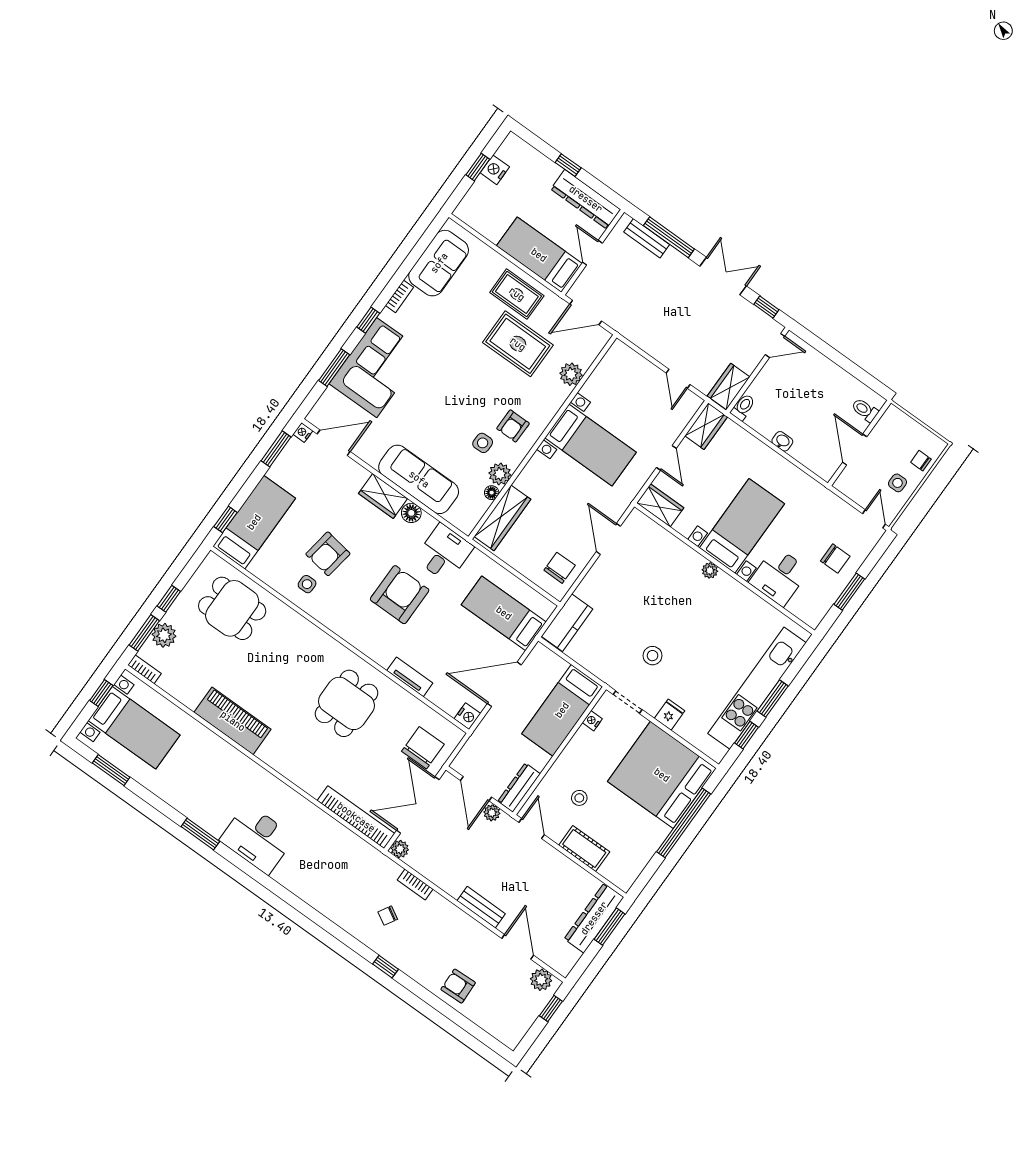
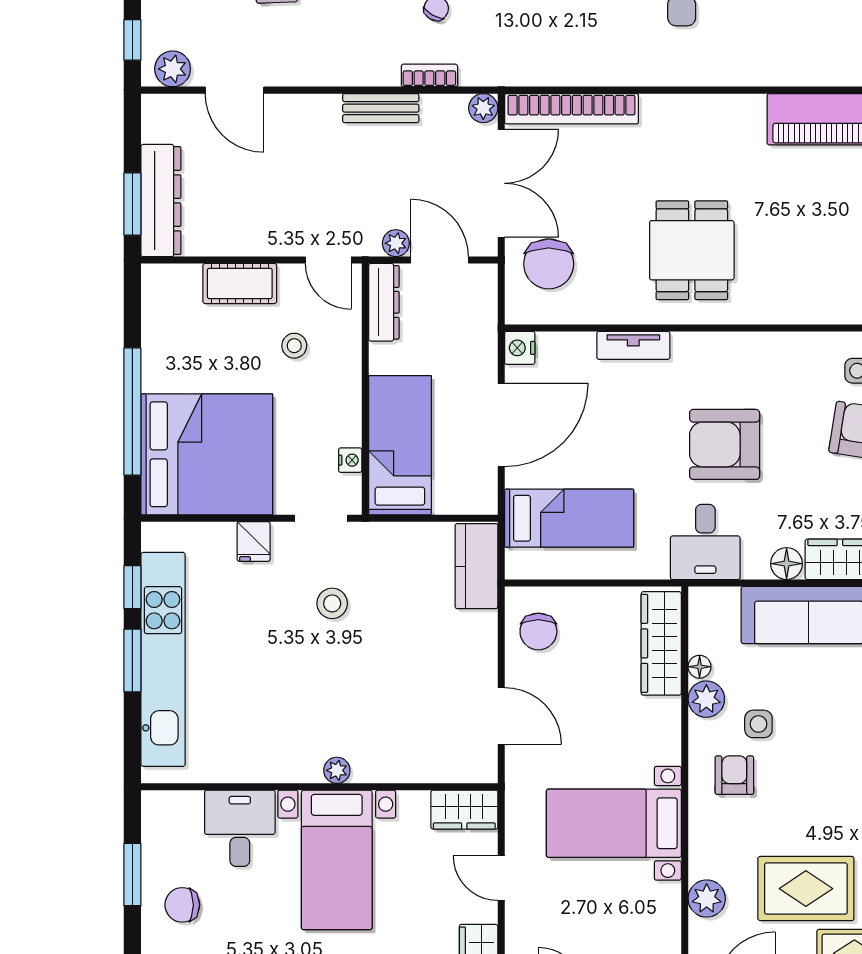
armchair: (400, 595) -> (725, 444), turned 90
bench: (481, 907) -> (381, 108), moved

